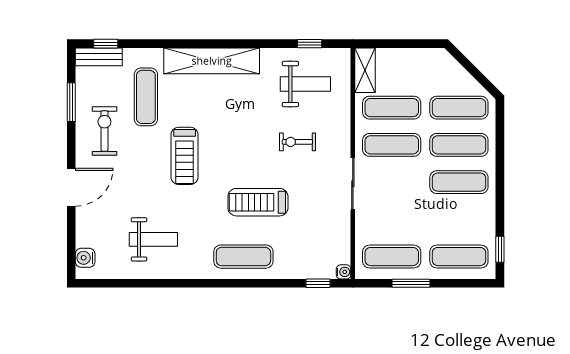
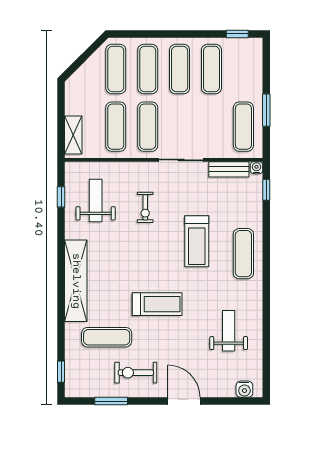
bench: (99, 57) -> (229, 169), moved, turned 90
shelving: (365, 70) -> (73, 135), moved, turned 90
exercise mat: (459, 257) -> (211, 69), moved

